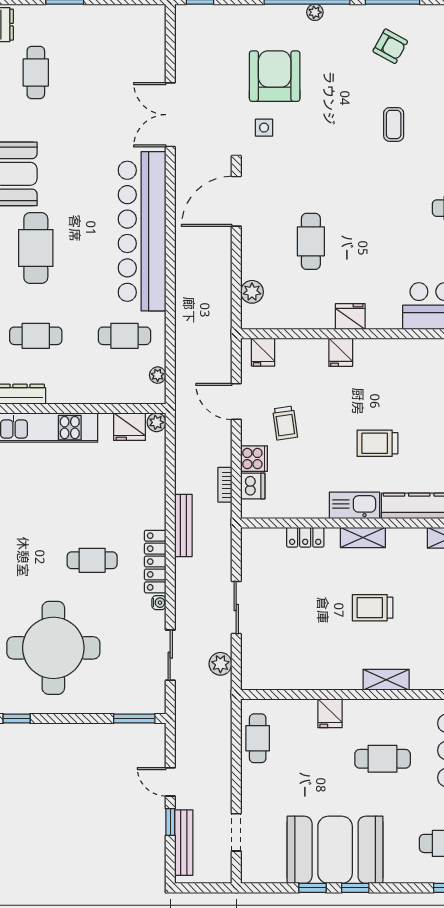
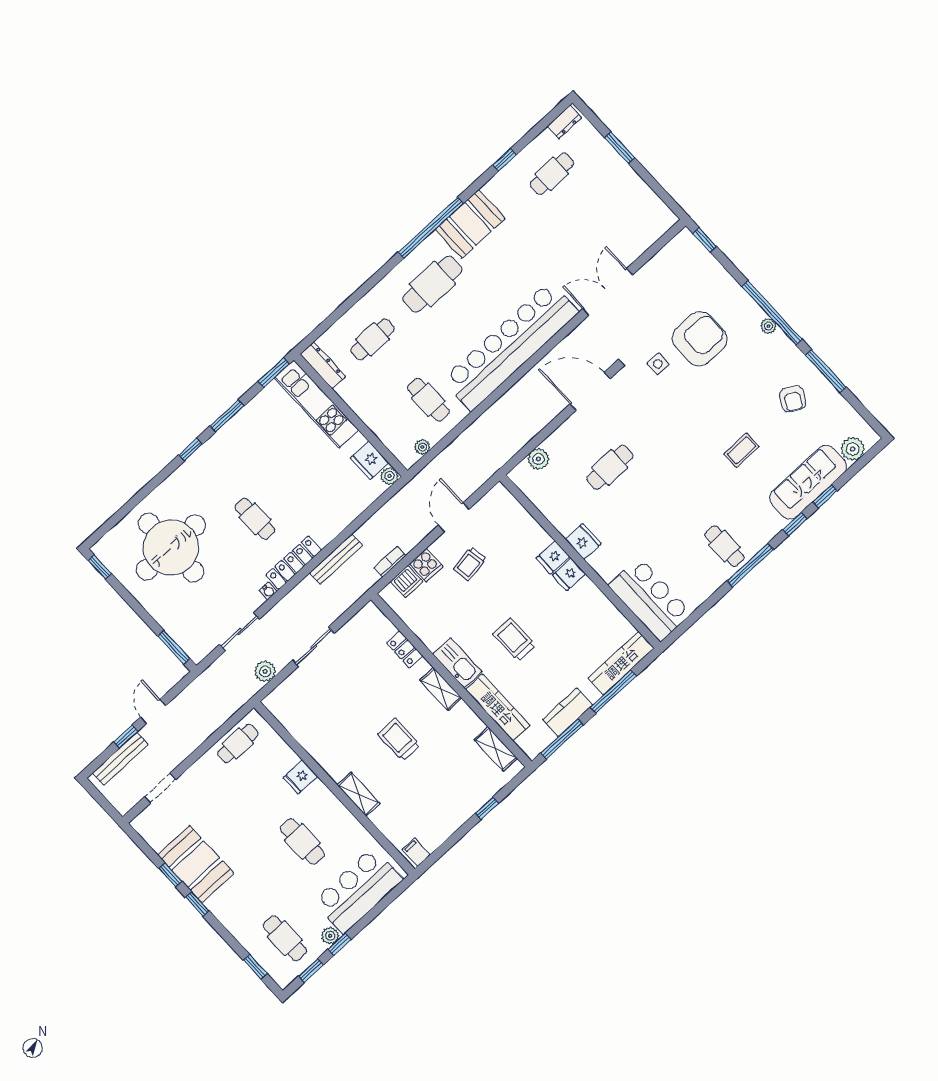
cafe table: (36, 336) -> (373, 339), turned 90
fridge: (263, 352) -> (569, 574), moved
booth: (335, 850) -> (196, 864), width x0.73, depth x0.70

